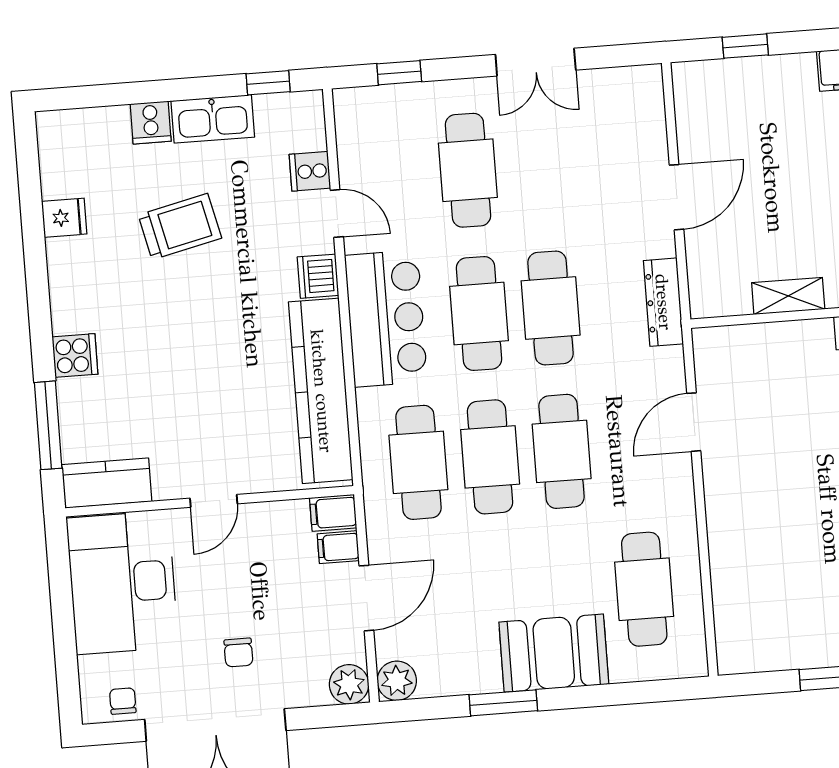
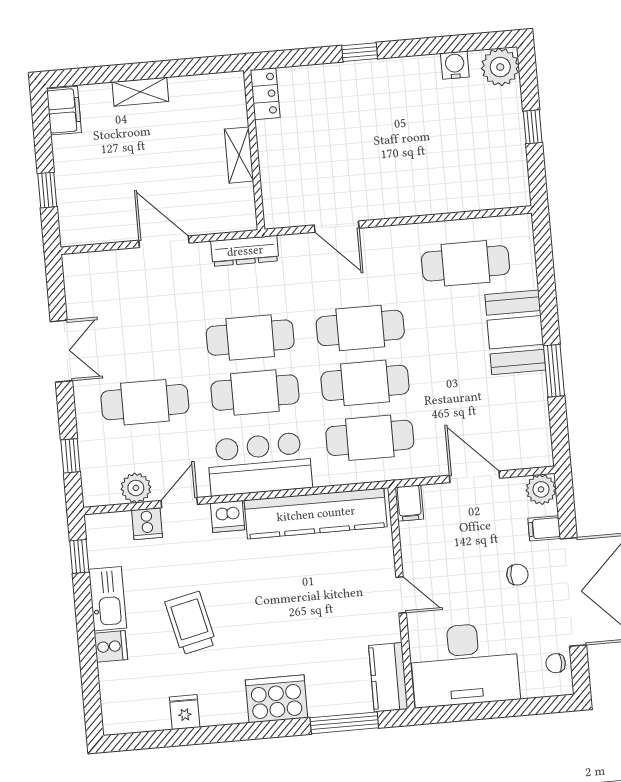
cooker: (75, 356) -> (276, 699), width x1.87, depth x1.31
filing cabinet: (338, 547) -> (544, 528), moved, turned 90
plant: (397, 681) -> (136, 488), moved

